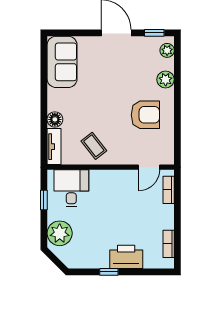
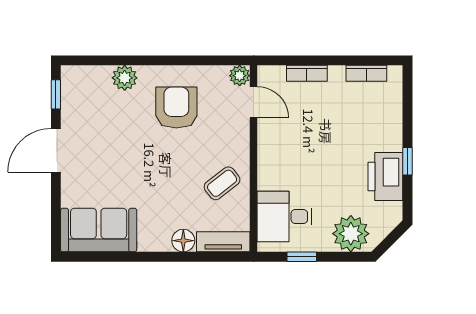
plant: (167, 50) -> (240, 76), moved
bookcase: (169, 190) -> (307, 73), moved
printer: (126, 257) -> (385, 176), moved

